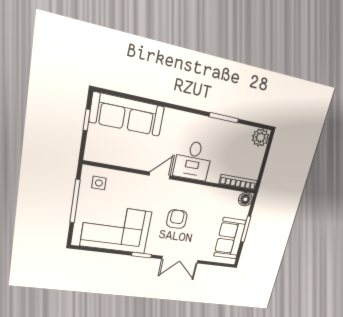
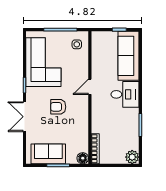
desk: (193, 161) -> (125, 94), moved, turned 180
door: (160, 175) -> (90, 87), swing flipped
armchair: (177, 219) -> (58, 107), turned 180

